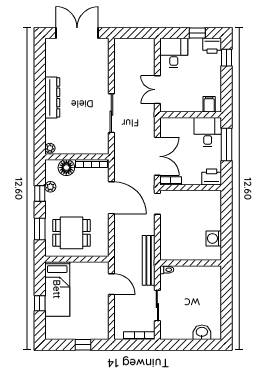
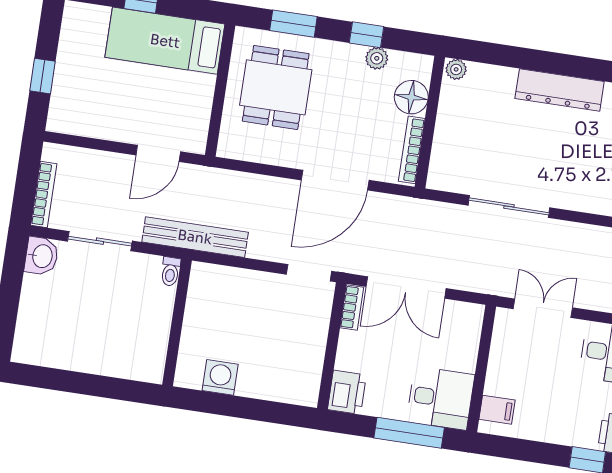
washbasin: (202, 332) -> (42, 256), moved

